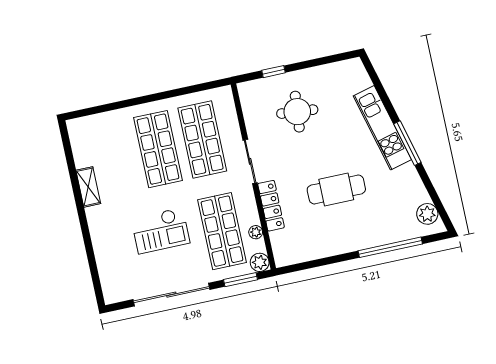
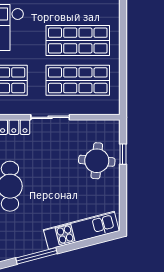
round table: (297, 112) -> (97, 161), moved
kitchen unit: (382, 128) -> (81, 230), moved

